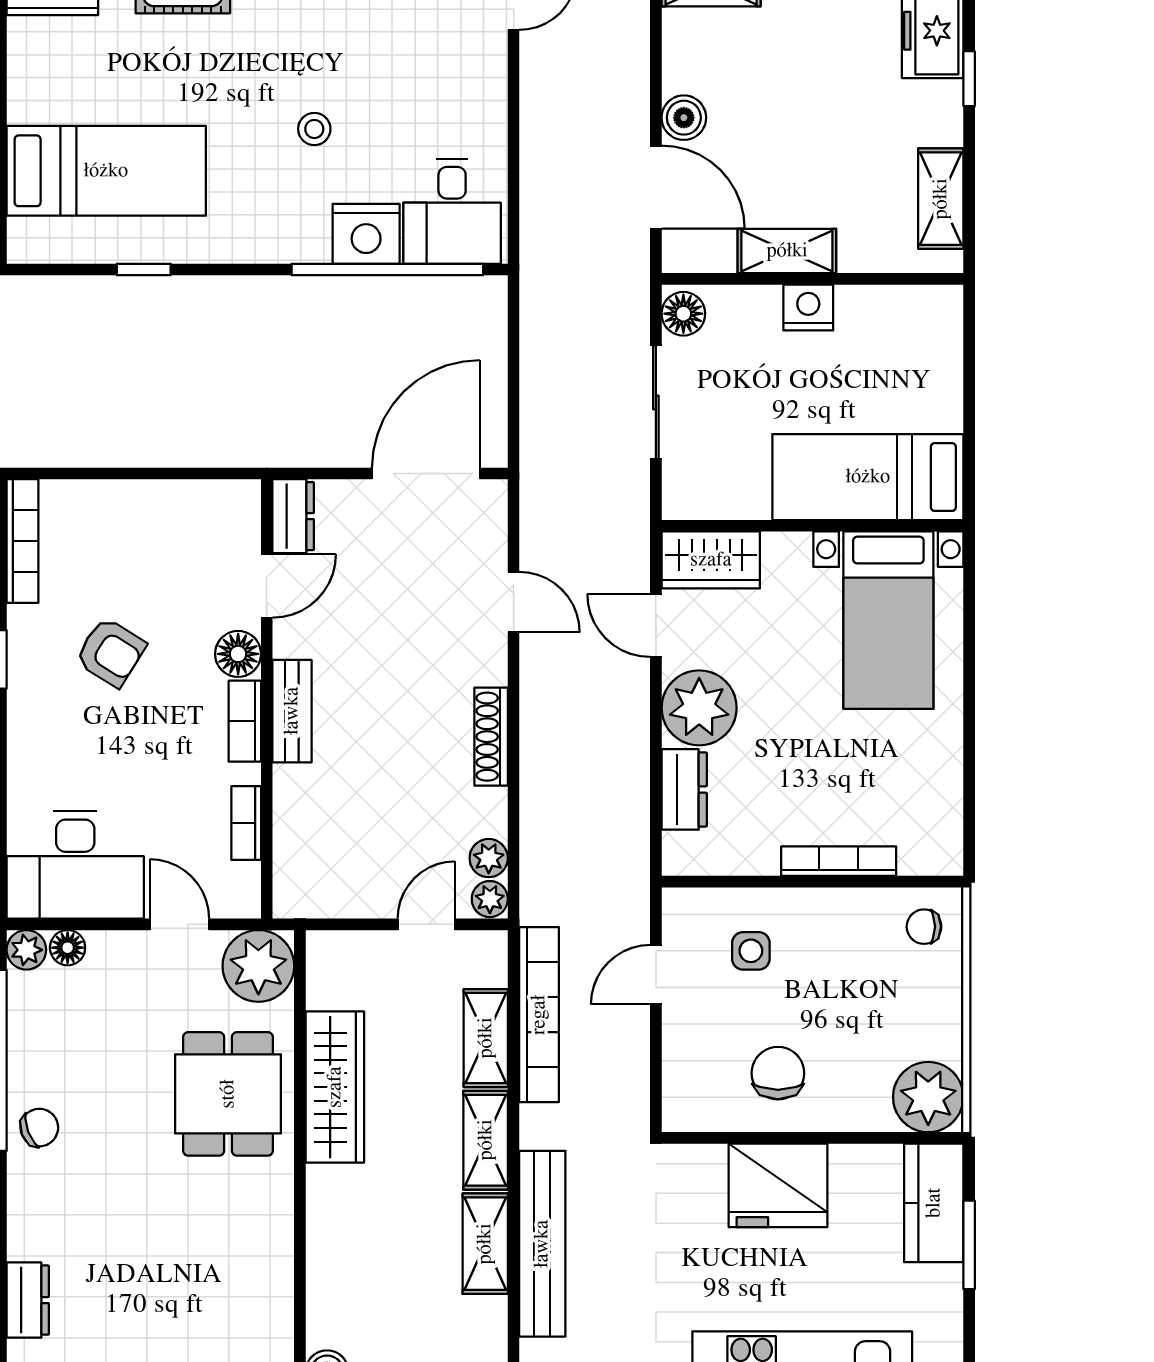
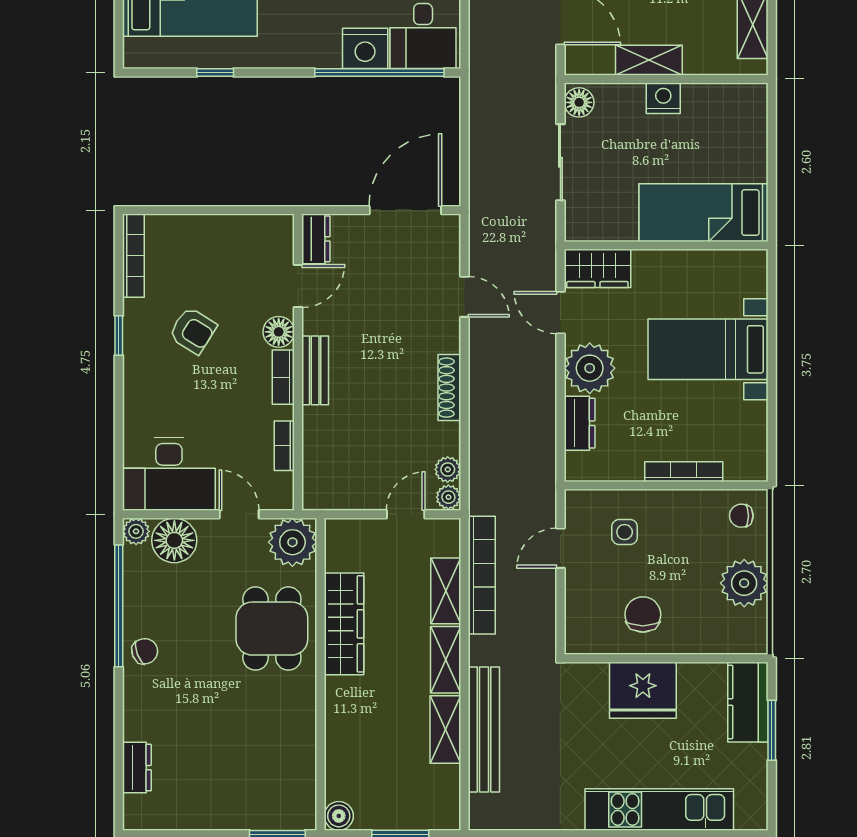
bed with nightstands: (888, 620) -> (708, 349), moved, turned 90
floor lamp: (68, 948) -> (174, 540), width x1.89, depth x1.89
plant: (928, 1097) -> (744, 583), moved

